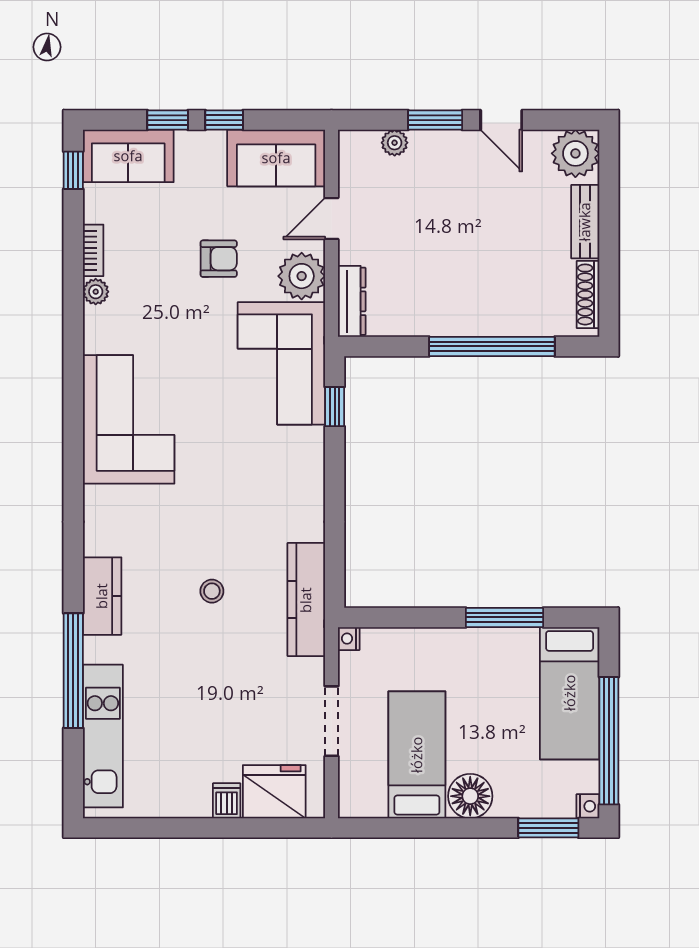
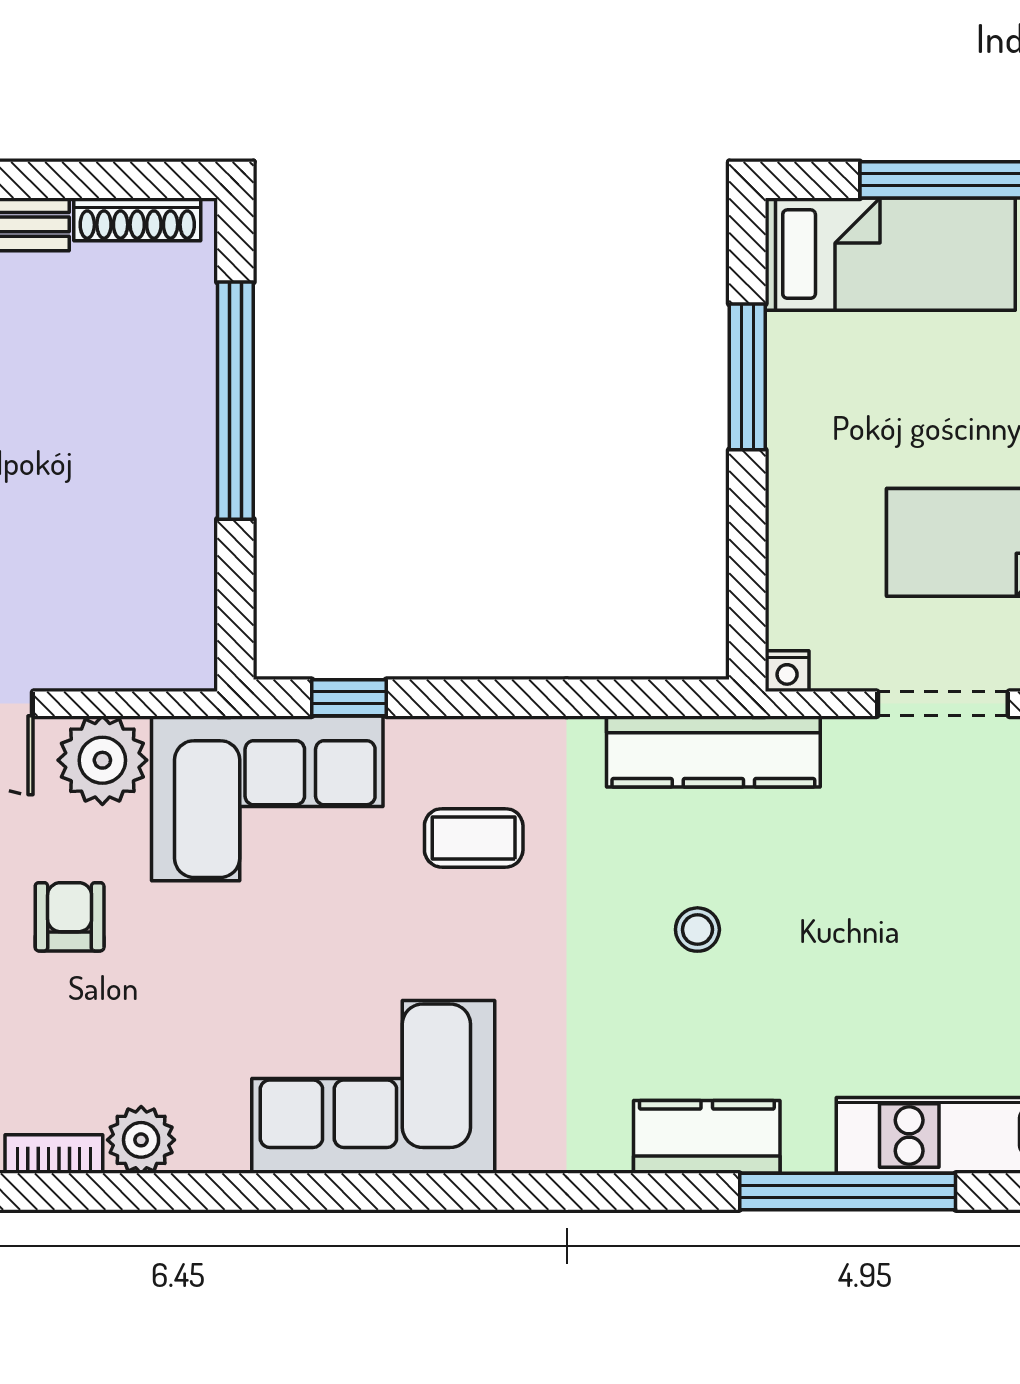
plant: (96, 292) -> (141, 1140), width x1.38, depth x1.38
dresser: (352, 301) -> (150, 665), removed
coffee table: (260, 473) -> (474, 838), added

